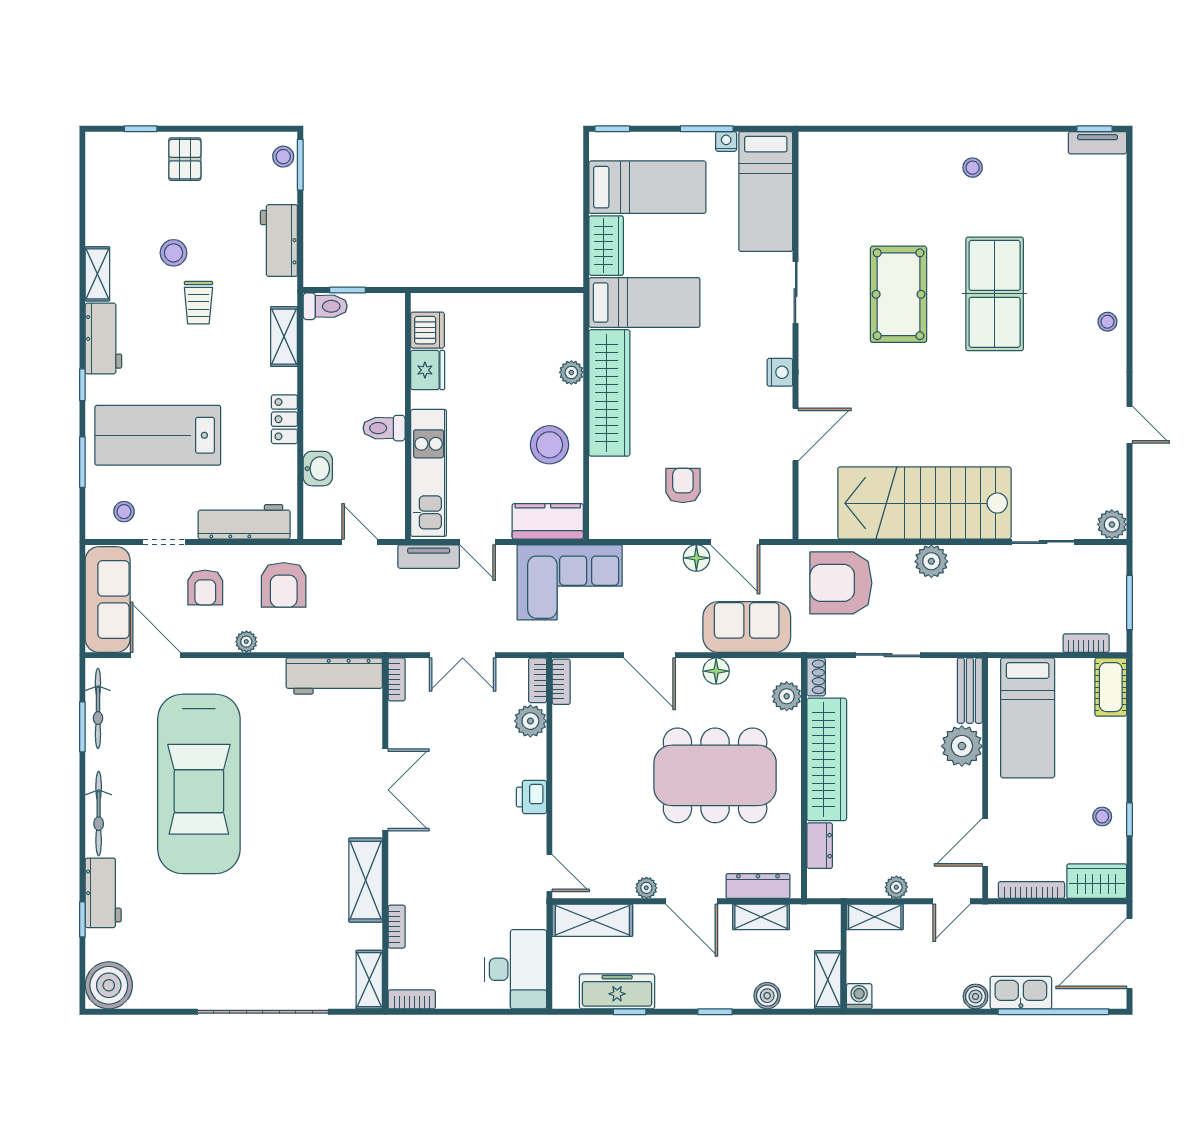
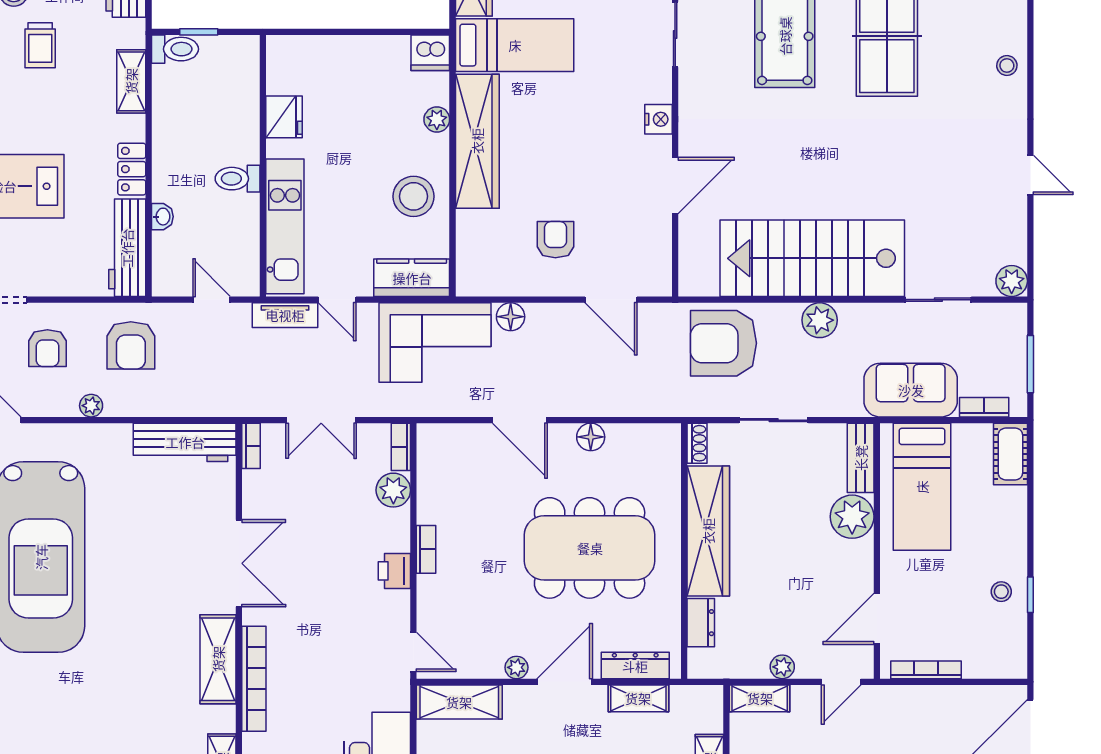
dishwasher: (428, 330) -> (430, 53), moved, turned 90
washbasin: (318, 469) -> (162, 217), width x0.72, depth x0.69
workbench: (244, 522) -> (127, 248), moved, turned -90
floor lamp: (696, 558) -> (511, 317), moved
sofa: (747, 627) -> (911, 390), moved
bookcase: (561, 682) -> (426, 549), moved
plant: (787, 696) -> (666, 464), removed
wardrobe: (1097, 881) -> (995, 660), removed
door: (692, 901) -> (565, 682), swing flipped
bookcase: (397, 927) -> (254, 679), width x2.31, depth x1.31

